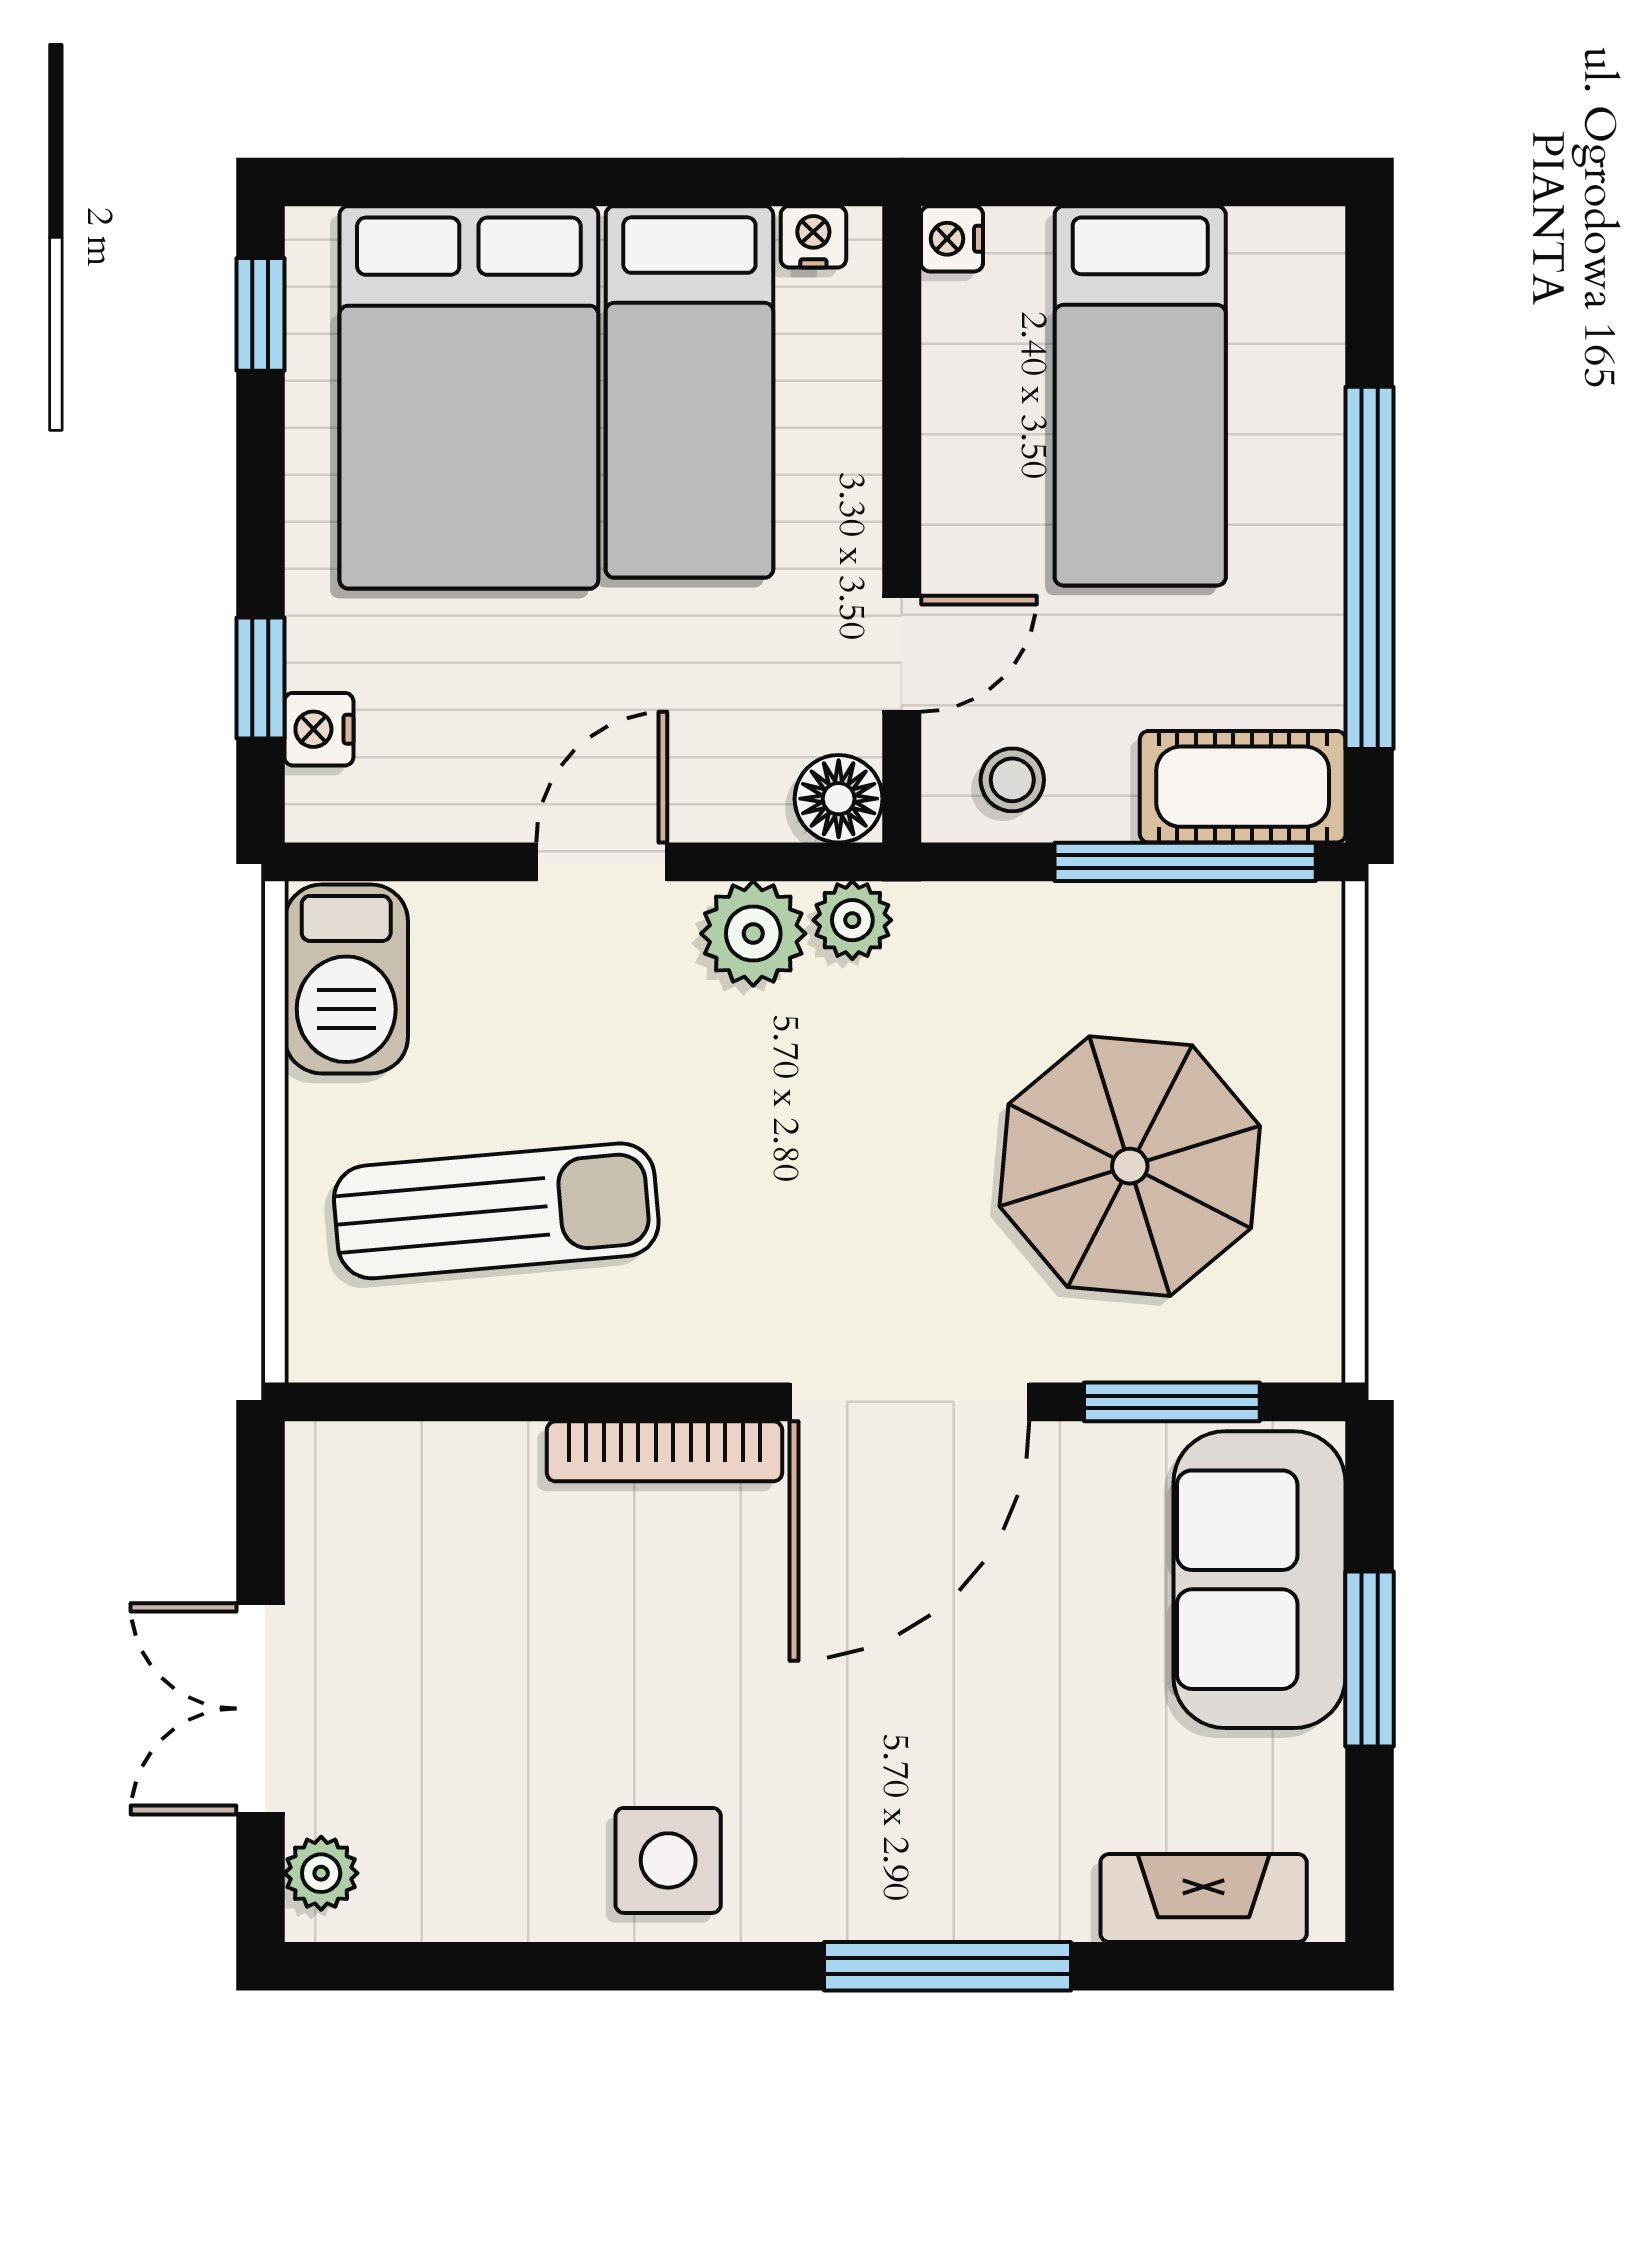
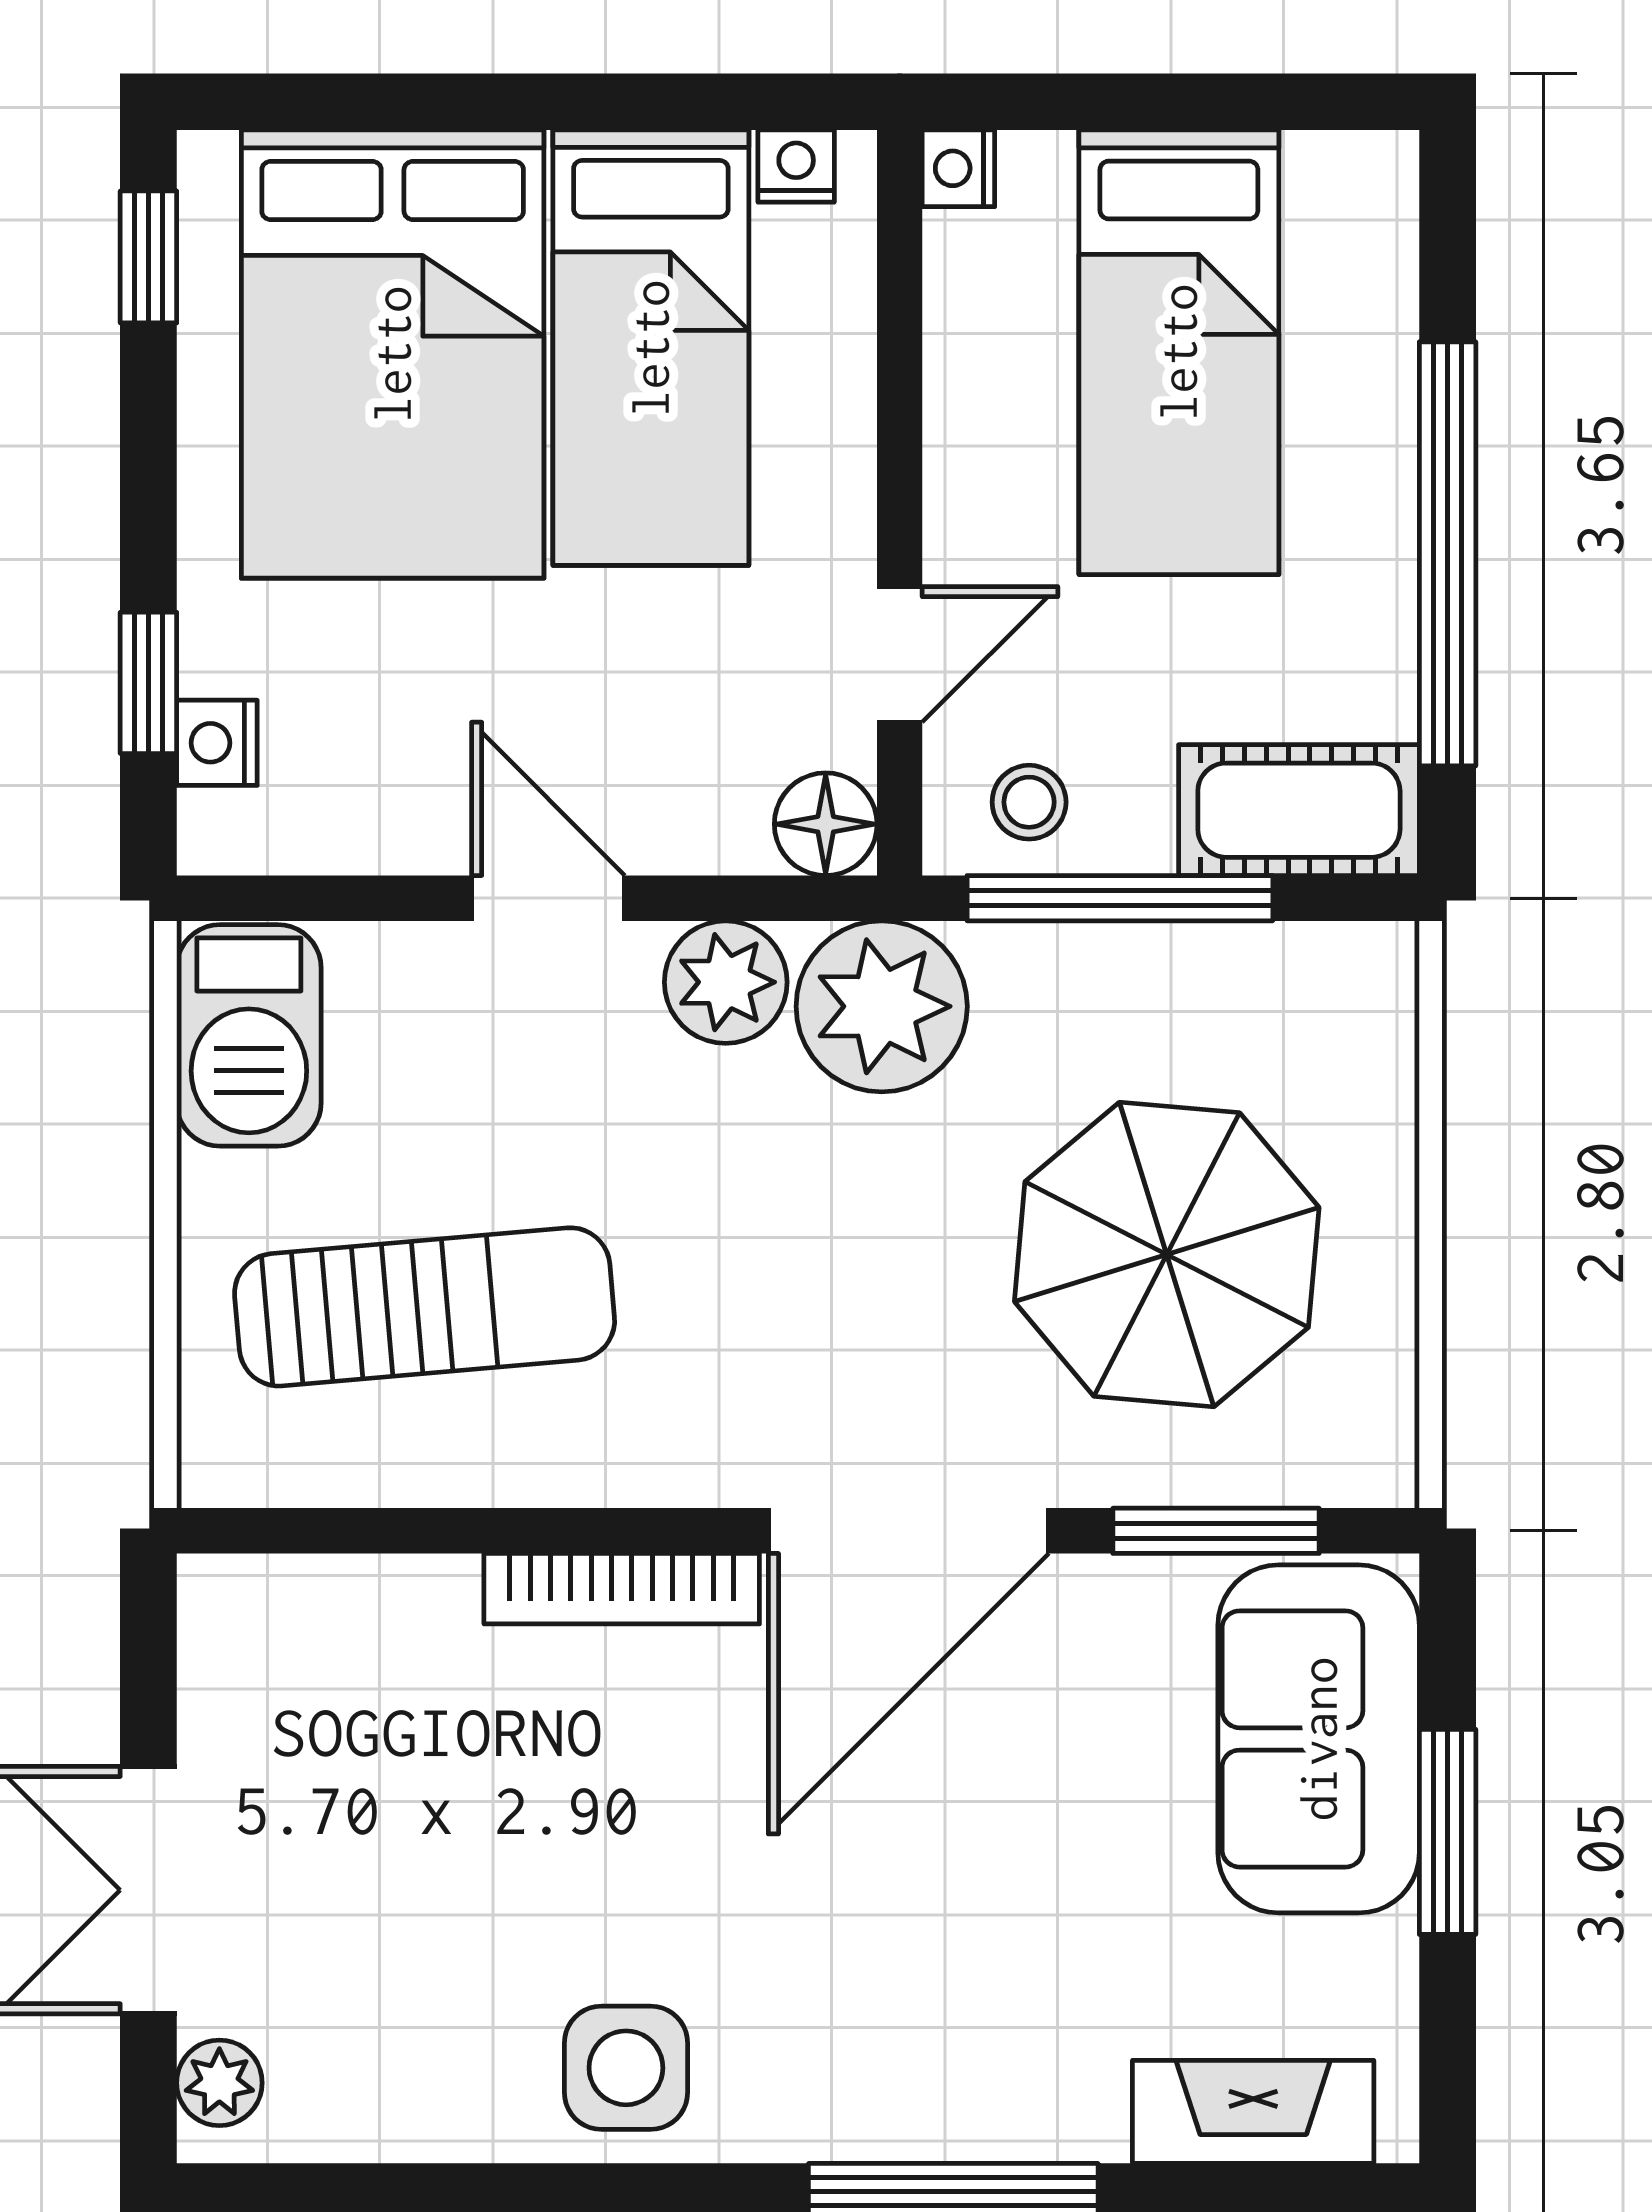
door: (602, 862) -> (548, 898), hinge flipped
window: (1185, 862) -> (1120, 898), moved
plant: (852, 920) -> (882, 1006), width x1.88, depth x1.88

